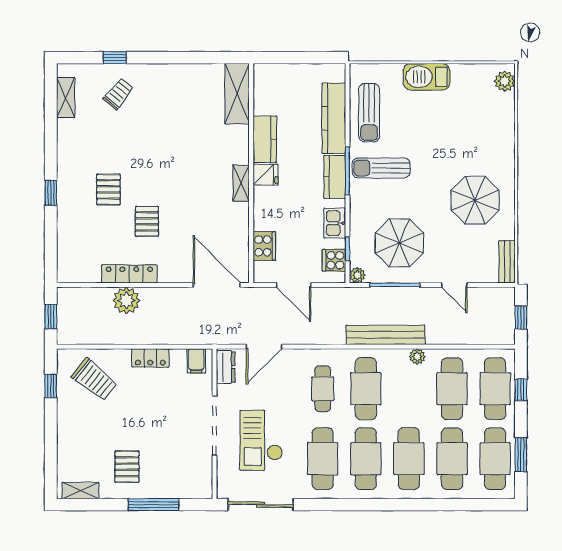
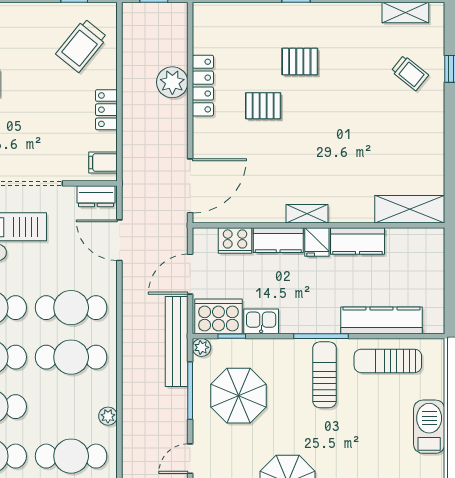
kitchen counter: (335, 177) -> (278, 240), moved, turned 180
cooker: (334, 260) -> (218, 316), width x1.87, depth x1.31
bench: (386, 335) -> (177, 342), moved
cafe table: (323, 389) -> (71, 308), width x1.37, depth x1.35

